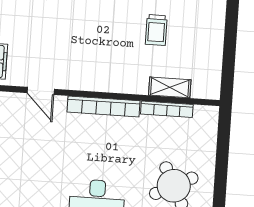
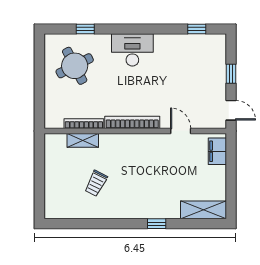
trolley: (156, 30) -> (96, 183), turned -153

